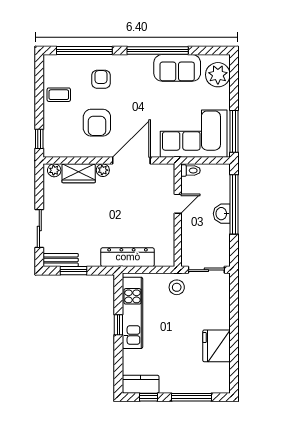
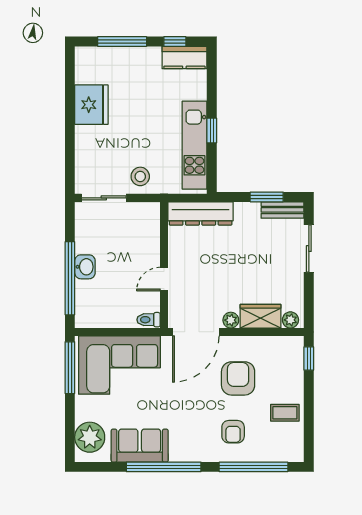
toilet: (191, 171) -> (149, 320), moved
door: (178, 204) -> (164, 279), moved
wall: (178, 215) -> (164, 265), moved

